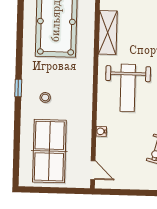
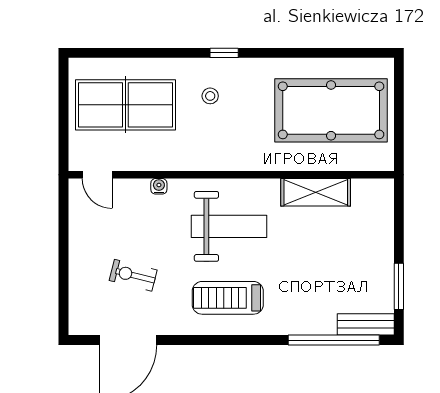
weight bench: (128, 88) -> (229, 226), turned 180
door: (93, 170) -> (97, 175), hinge flipped

